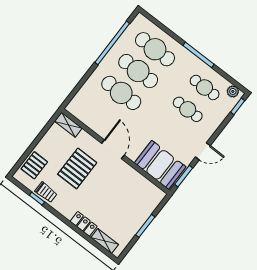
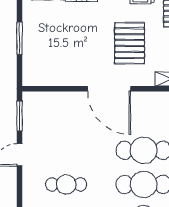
door: (113, 149) -> (109, 89), width x1.36
booth: (160, 165) -> (51, 109), removed

